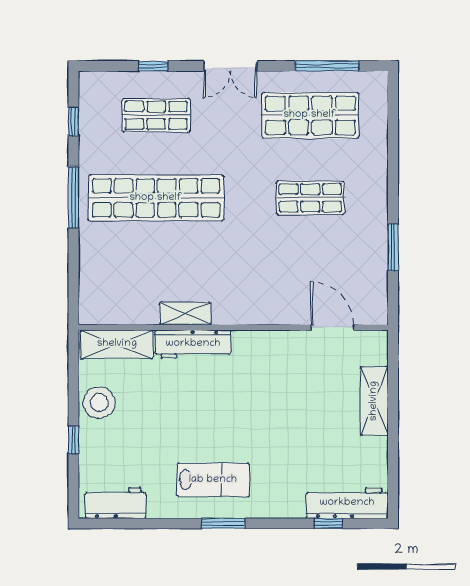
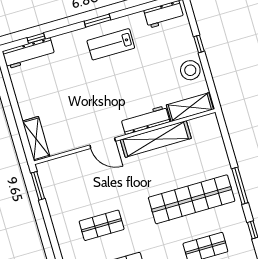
window: (393, 247) -> (38, 186), moved
shelving: (185, 313) -> (156, 139), width x2.20, depth x1.33
door: (332, 327) -> (103, 143), moved
shelving: (374, 401) -> (36, 139), moved

